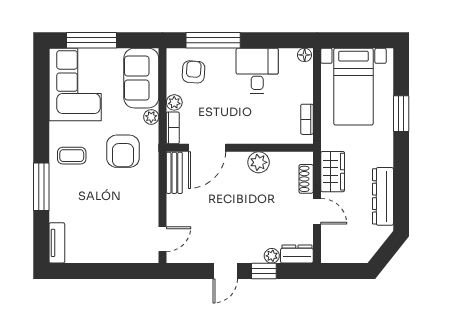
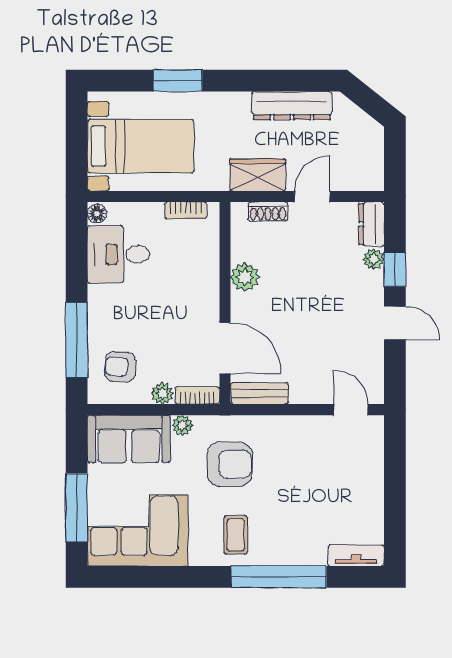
desk: (257, 71) -> (119, 254), moved
window: (41, 187) -> (279, 577), width x1.46

